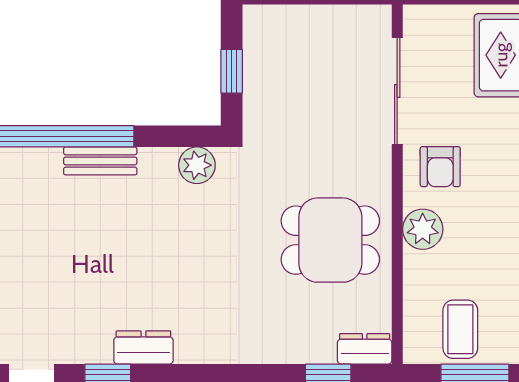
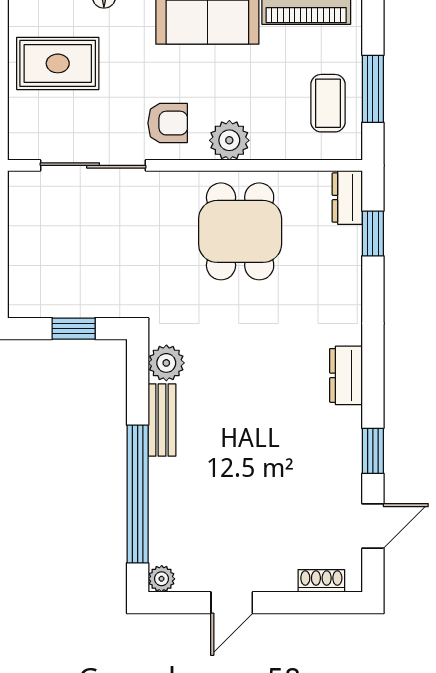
bench: (100, 161) -> (162, 420), moved
coffee table: (460, 329) -> (328, 103), turned 90
dresser: (143, 347) -> (346, 375), moved

